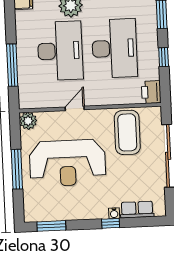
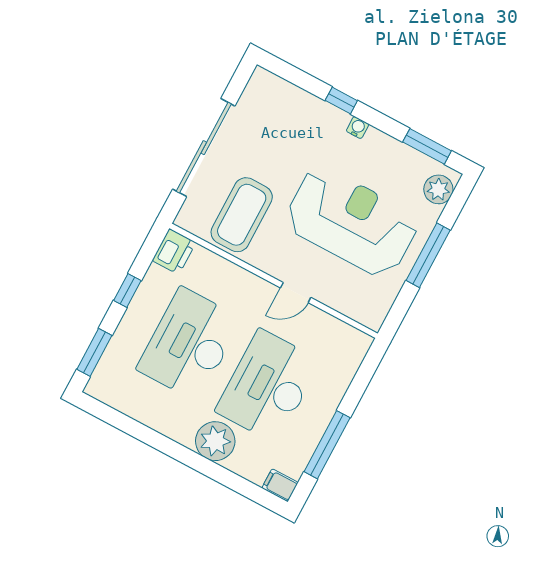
window: (12, 65) -> (327, 445), moved
plant: (28, 121) -> (438, 189), moved
row of seats: (137, 210) -> (292, 98), removed
water cooler: (114, 213) -> (358, 128), moved

